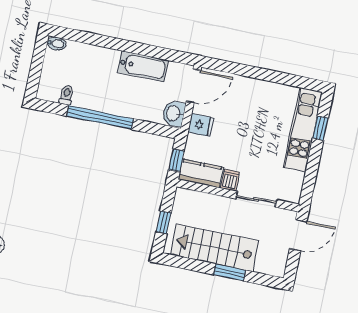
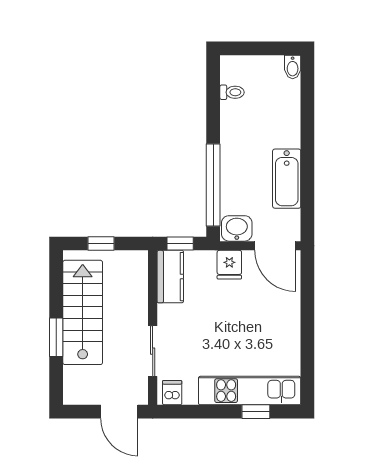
window: (100, 117) -> (213, 185), moved
dishwasher: (230, 180) -> (172, 393), moved, turned -90

